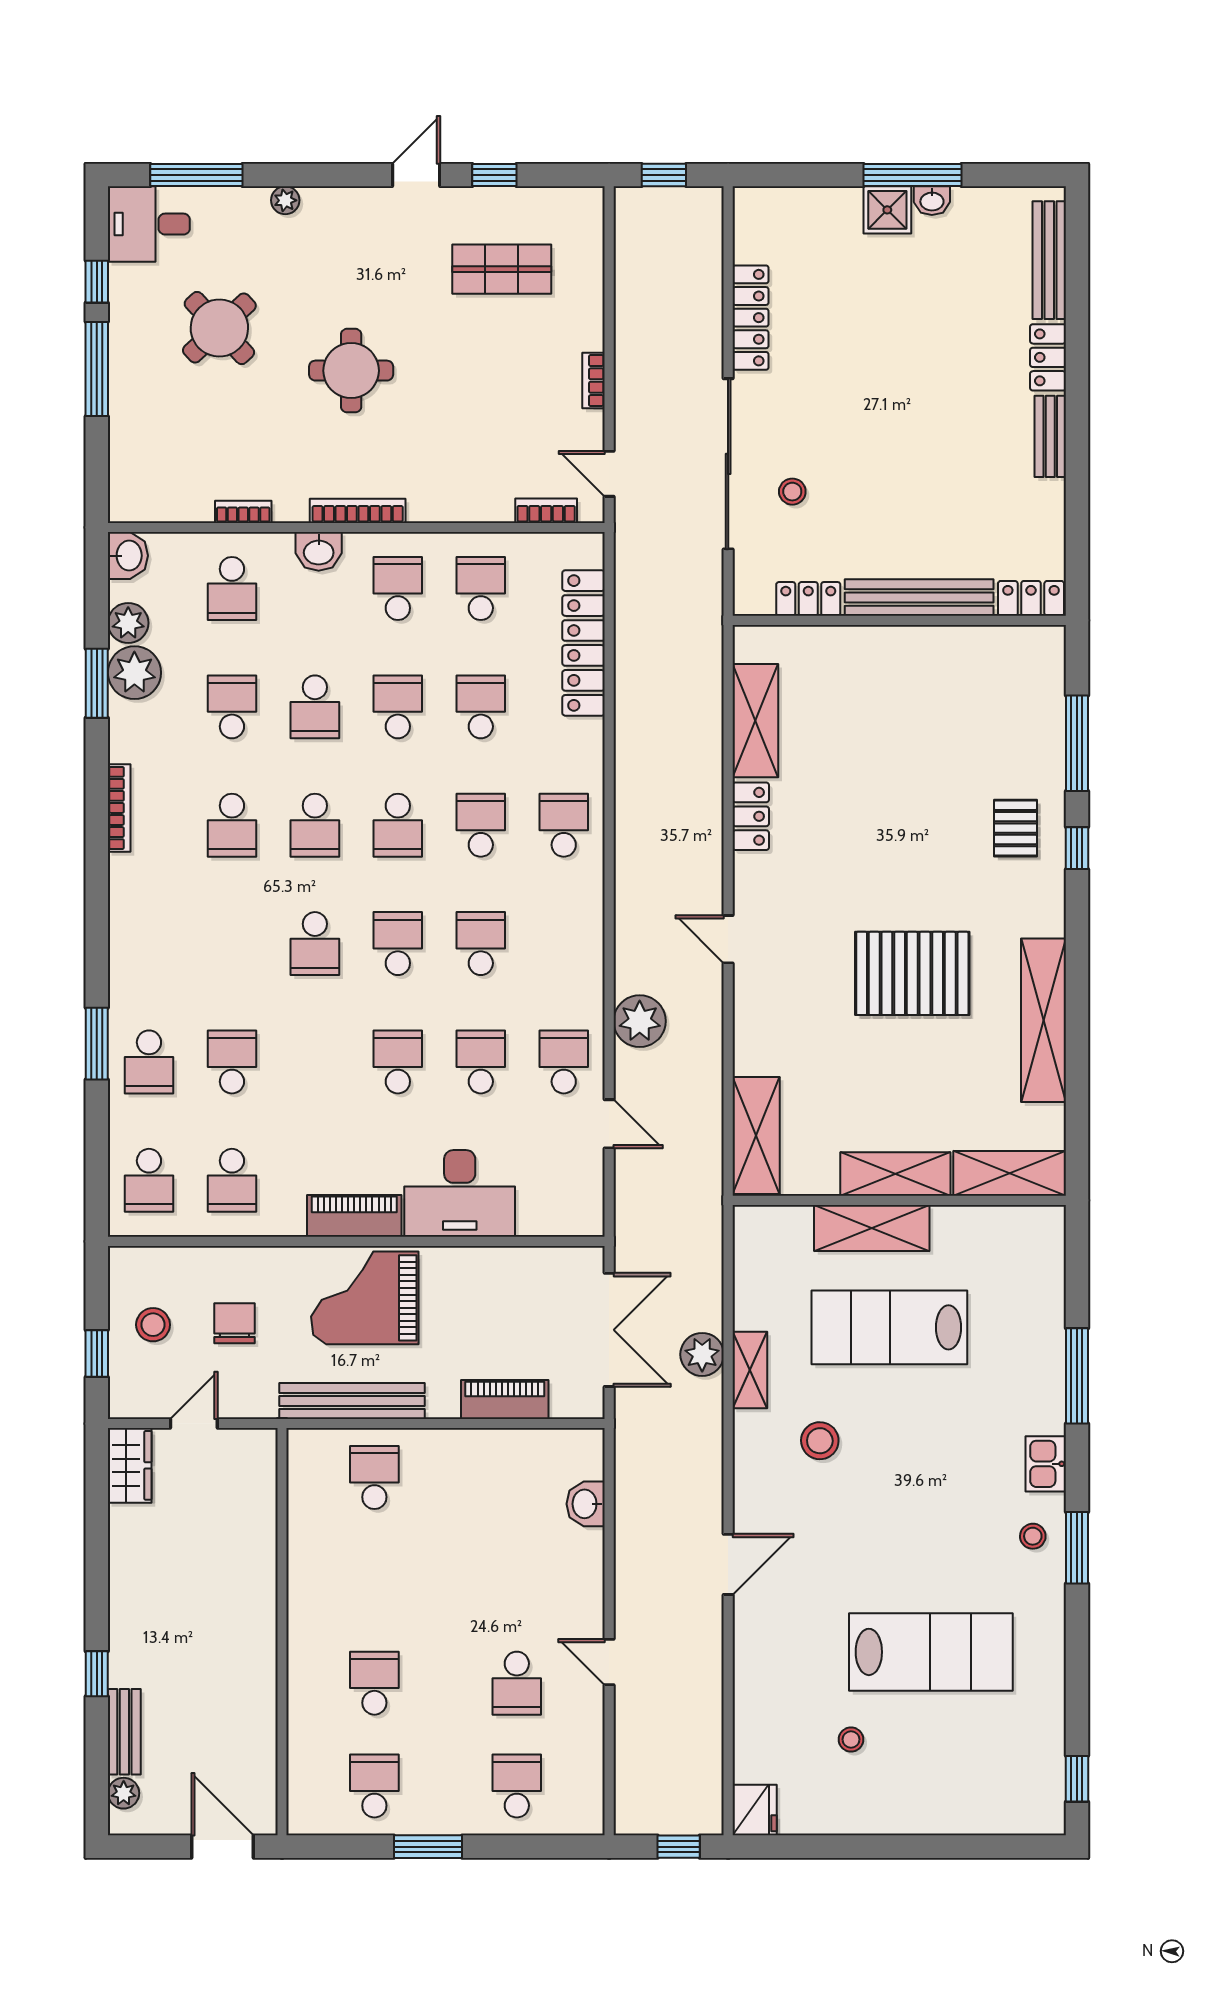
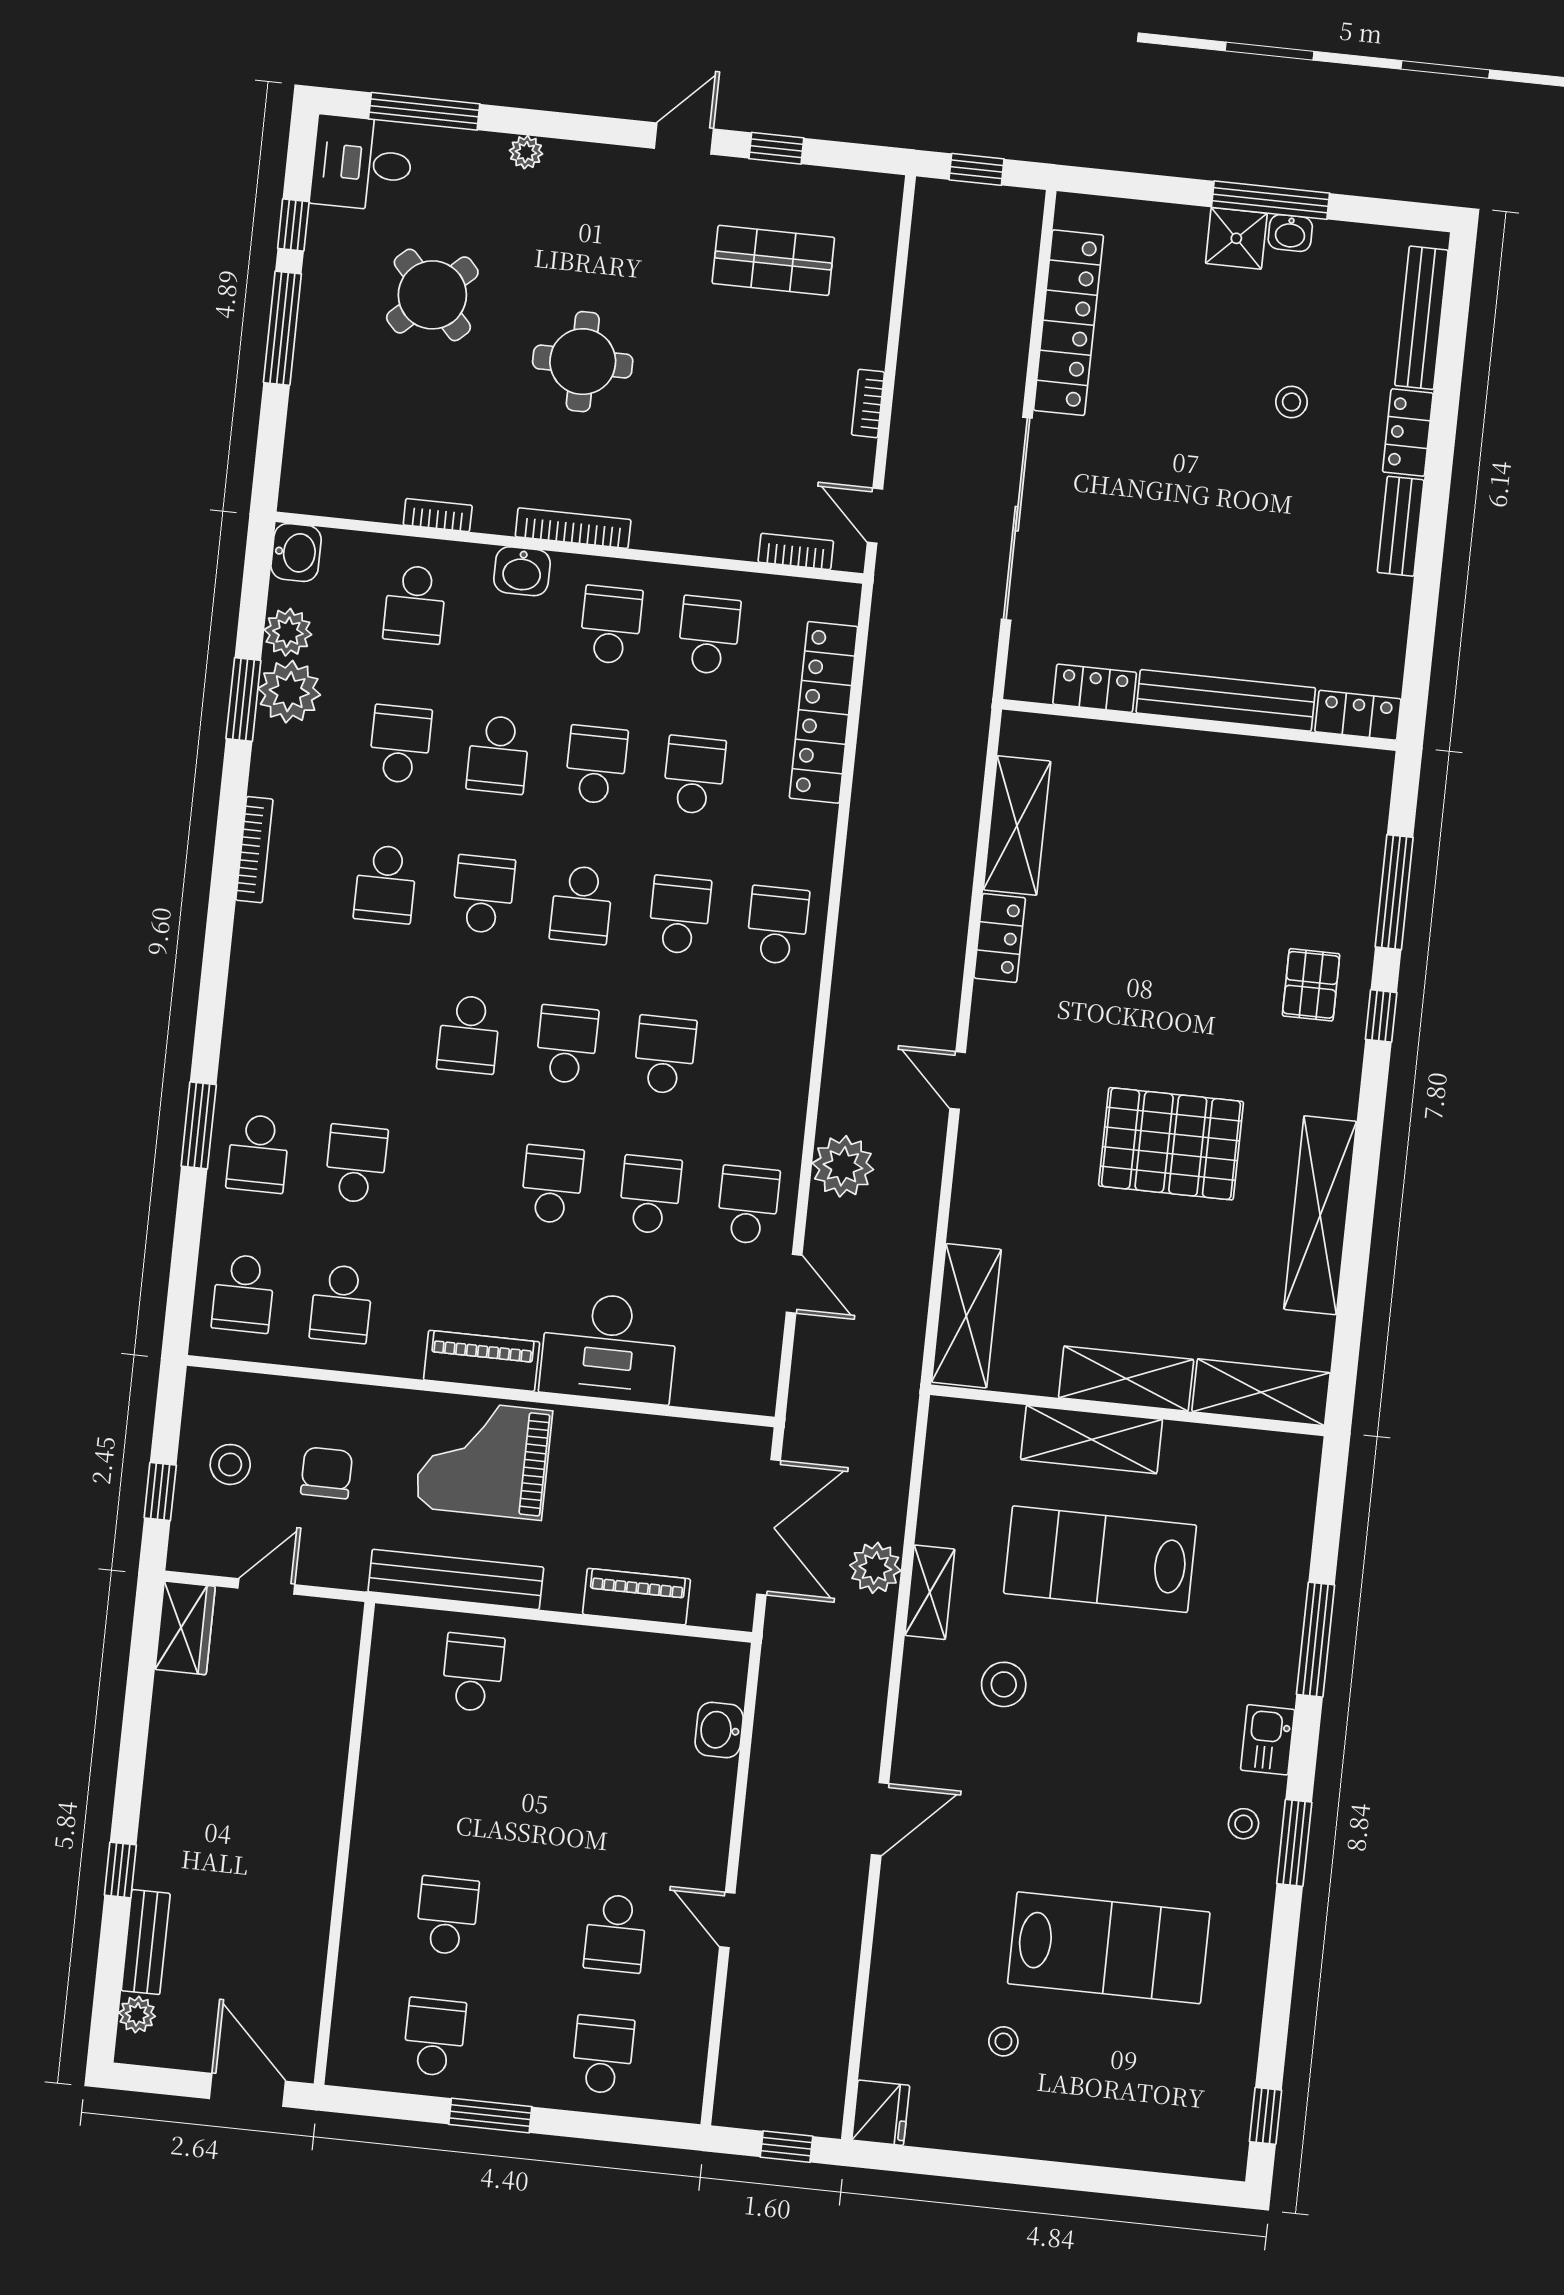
locker: (751, 318) -> (1068, 323), width x1.41, depth x1.21
stool: (792, 492) -> (1291, 402), moved
school desk: (315, 825) -> (483, 894), turned 180

